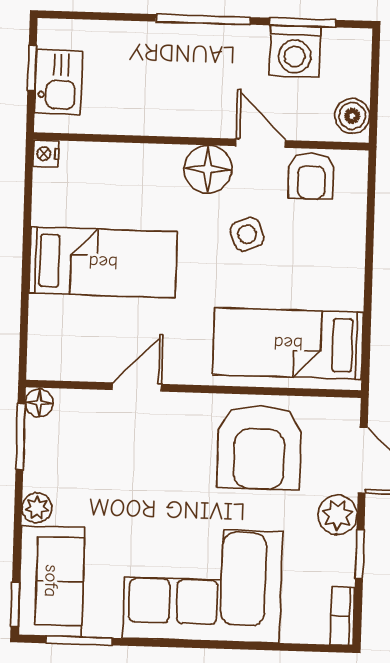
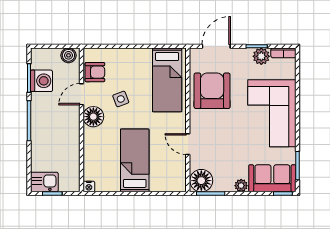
kitchen sink: (59, 82) -> (44, 182), moved
floor lamp: (39, 403) -> (201, 181), width x1.89, depth x1.89
armchair: (259, 447) -> (212, 91), turned -90
plant: (338, 515) -> (261, 56), moved

